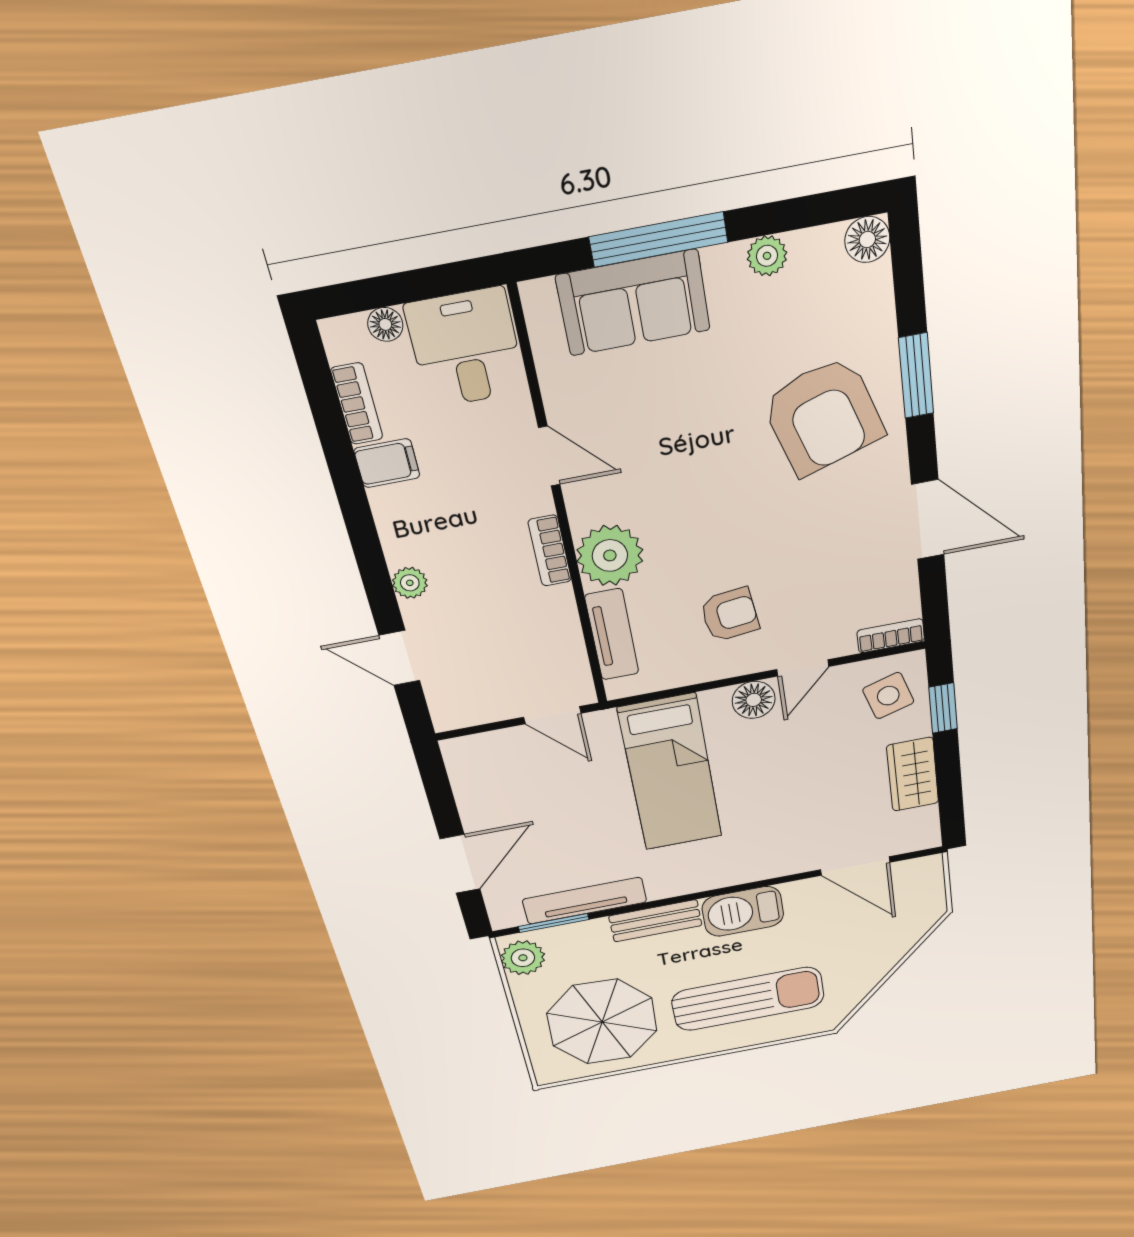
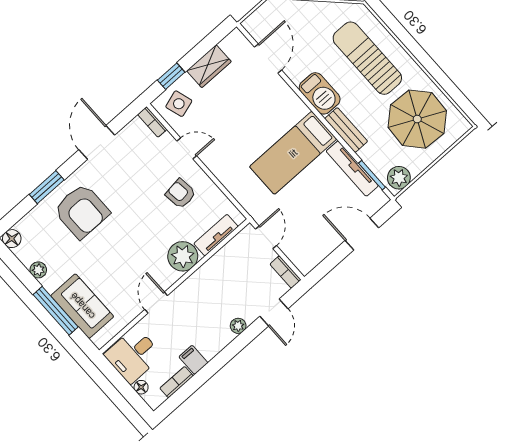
armchair: (823, 416) -> (82, 211), turned 108
bookcase: (550, 551) -> (285, 272), moved, turned 90
floor lamp: (754, 700) -> (213, 159), removed
bed: (670, 773) -> (293, 153), moved, turned 180

